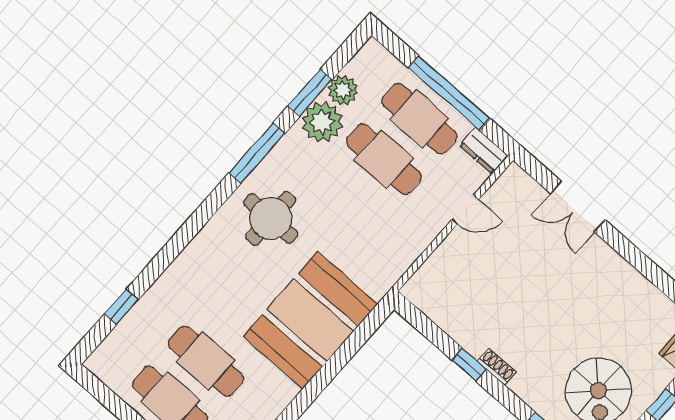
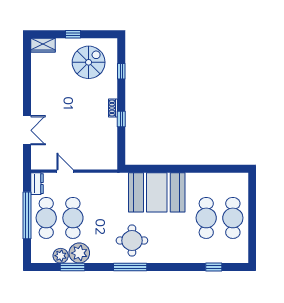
window: (257, 153) -> (130, 267), moved

